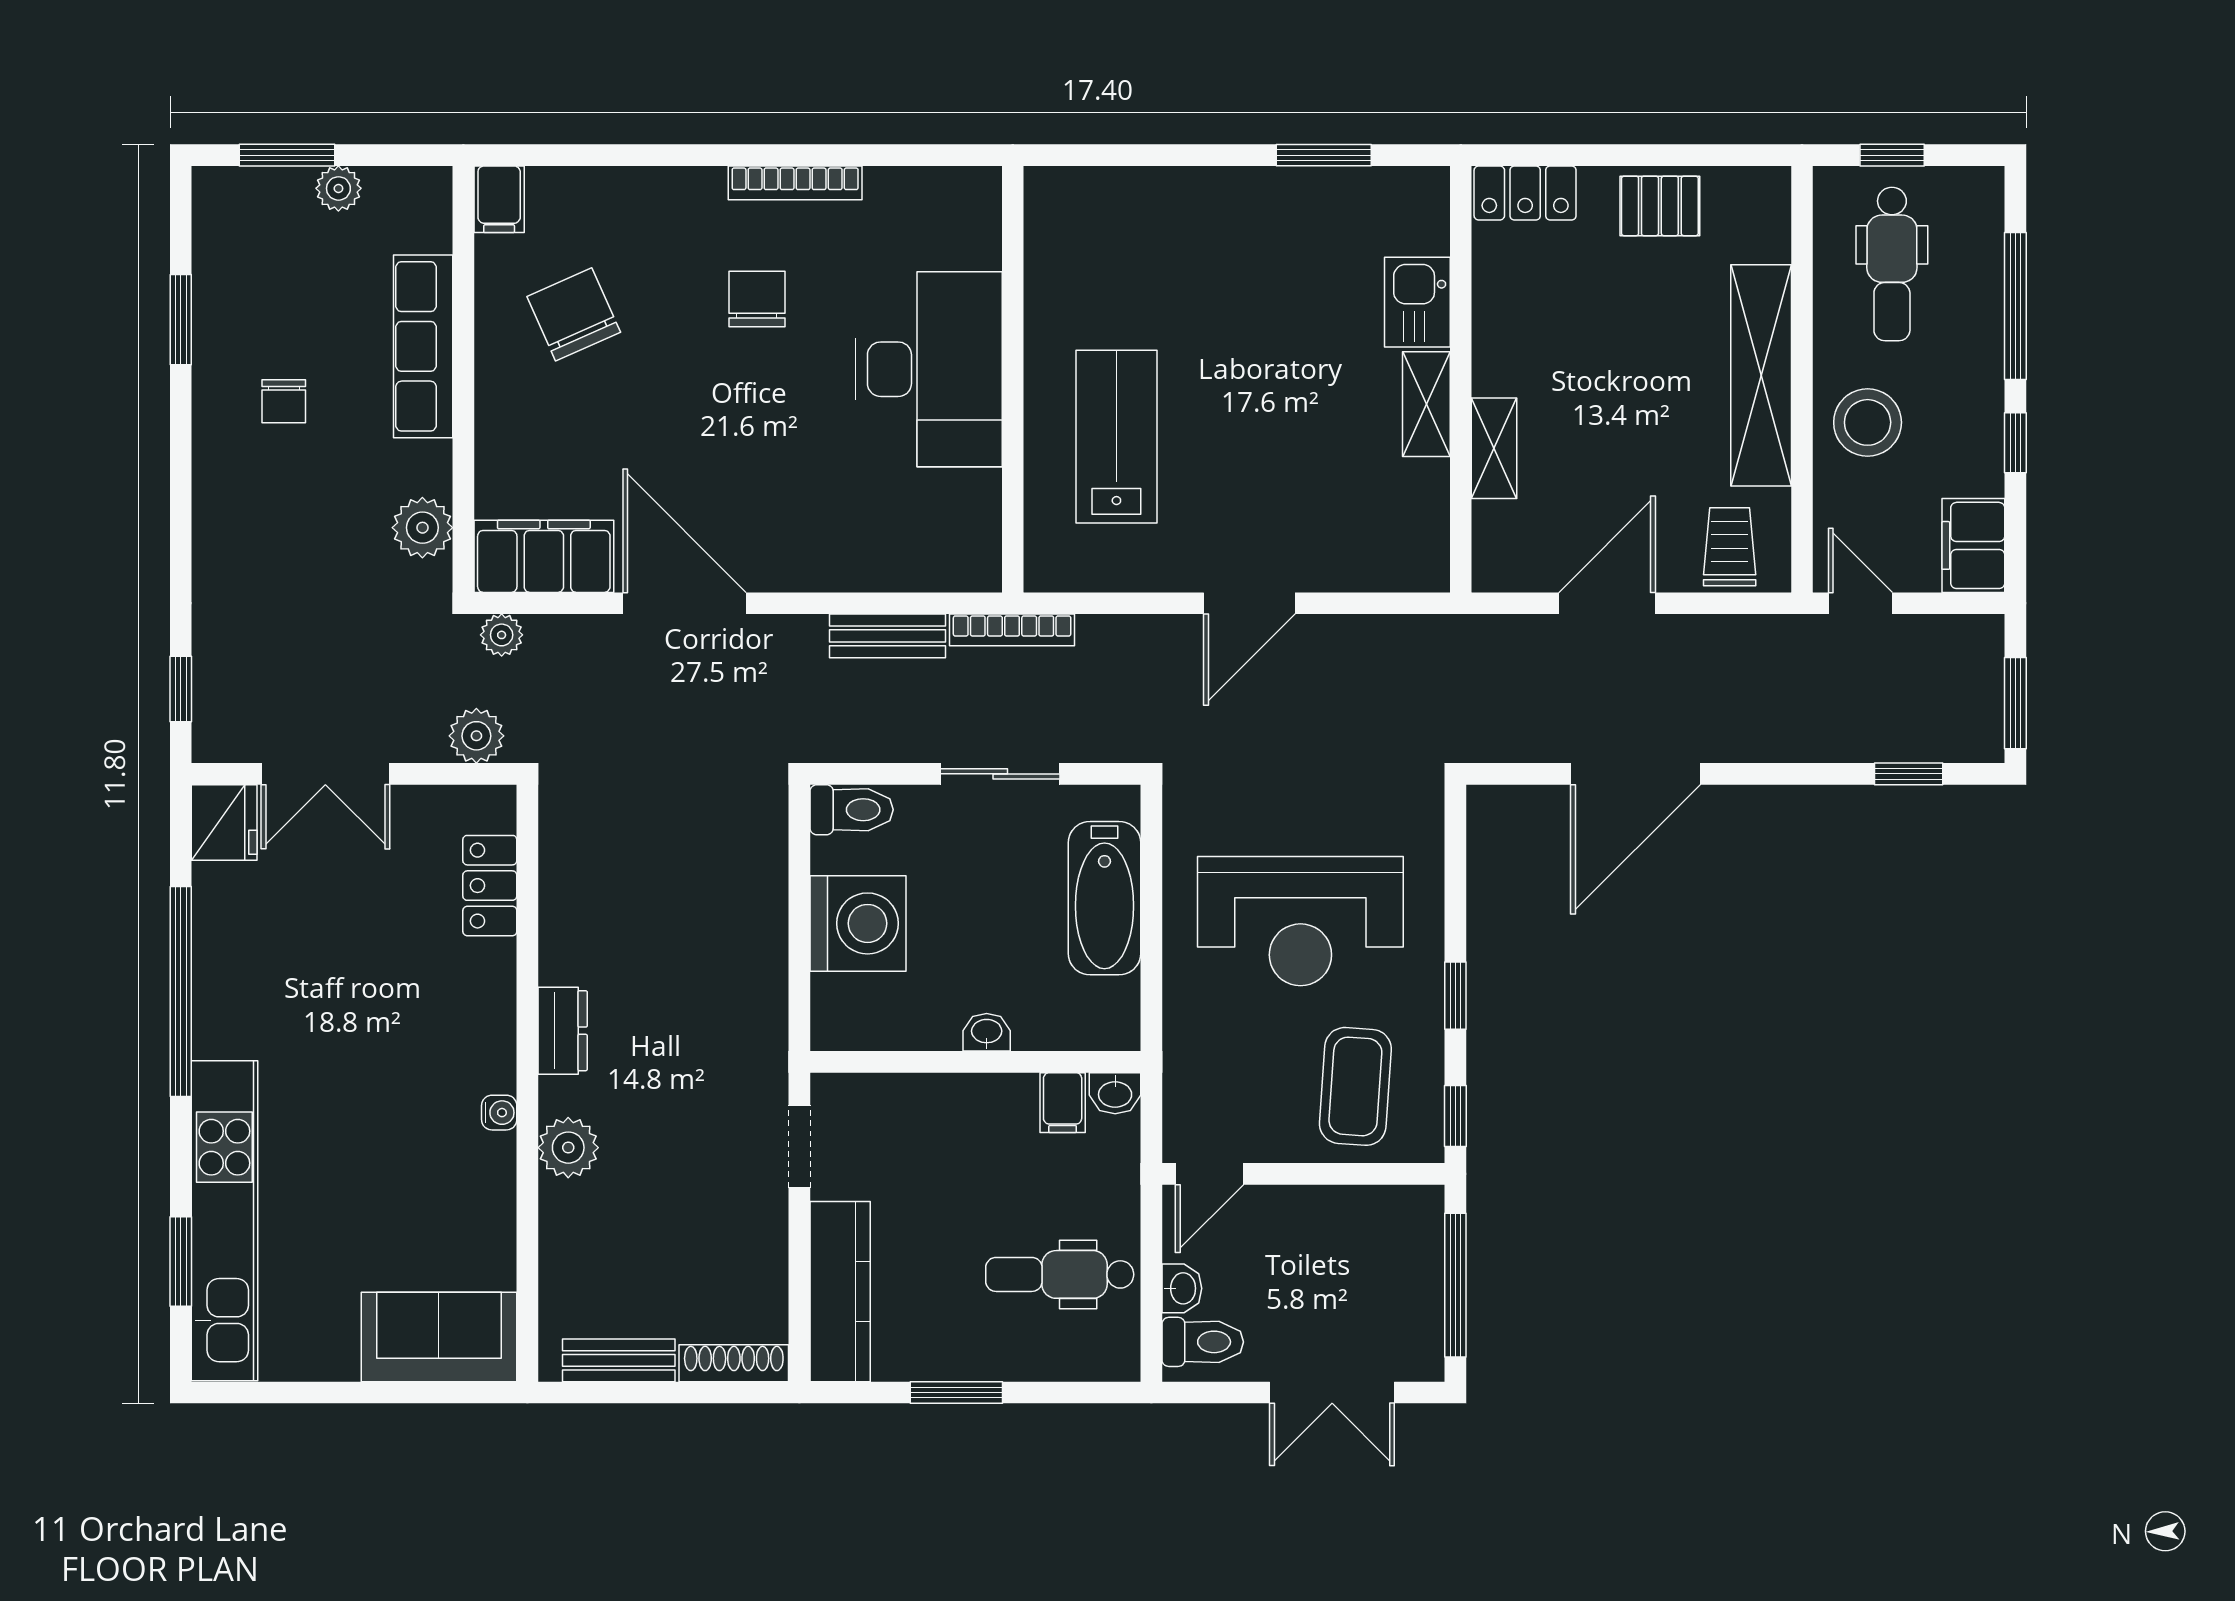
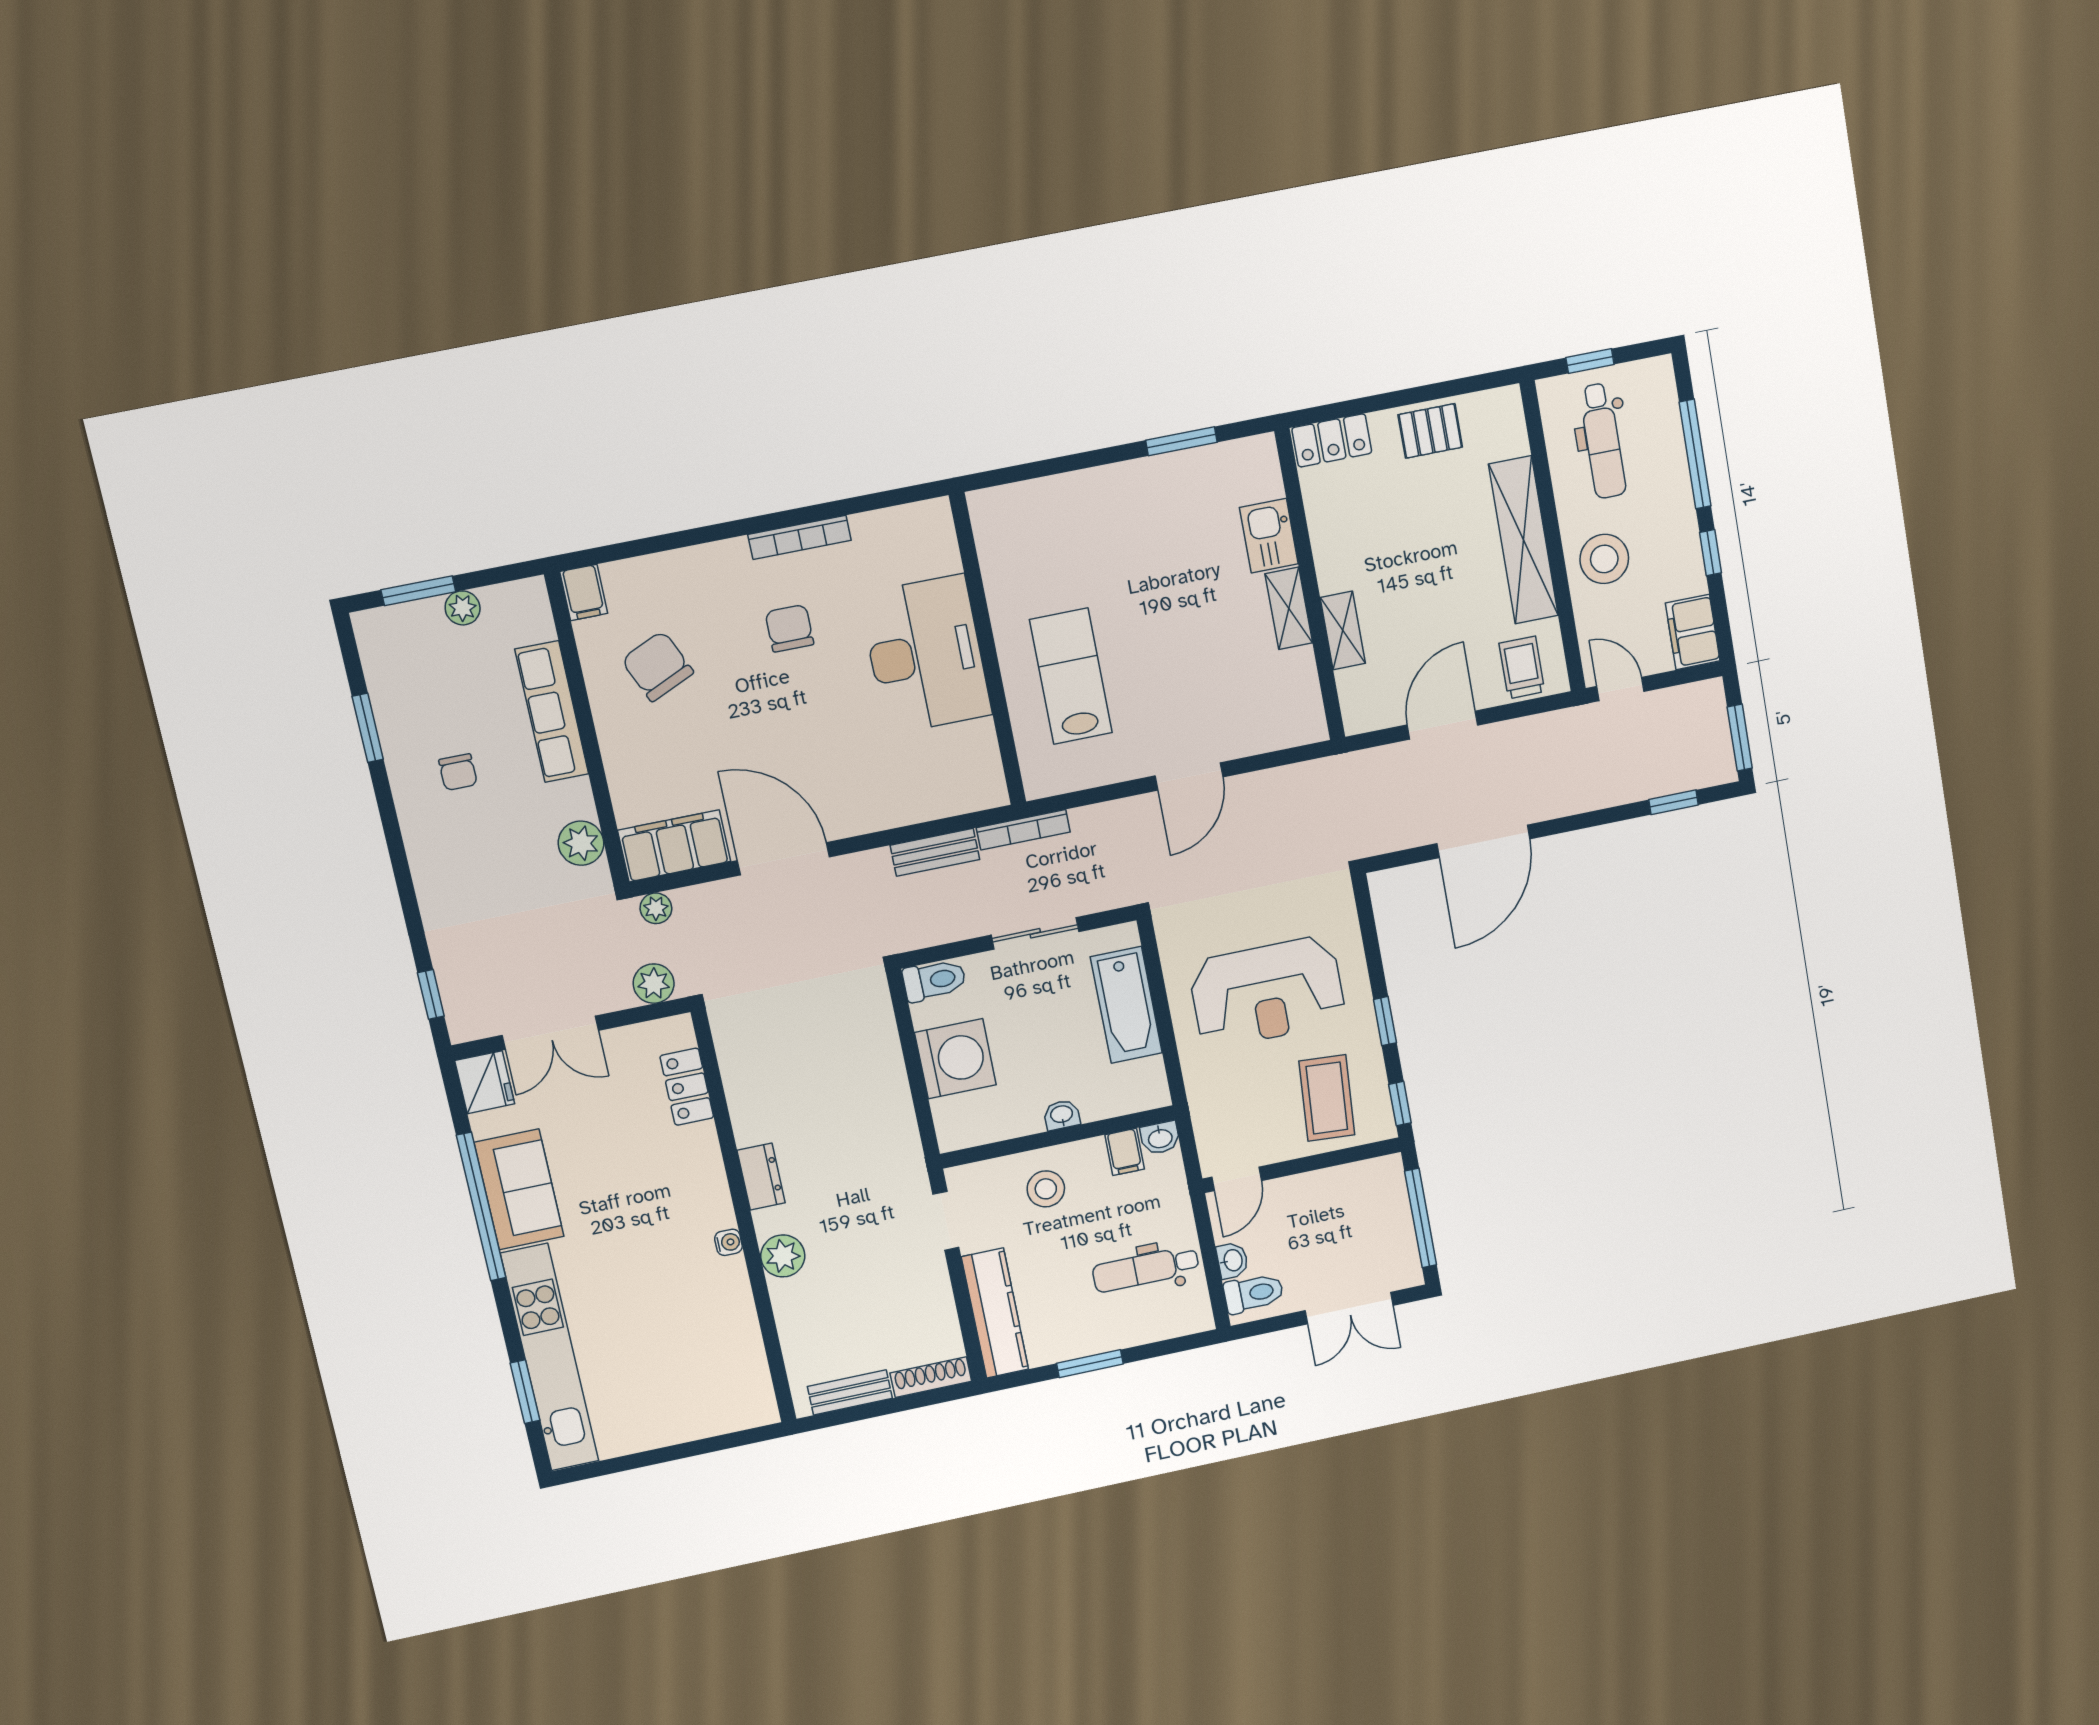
stool: (945, 1131) -> (1046, 1189), added
sofa: (439, 1337) -> (519, 1189), moved, turned 90

